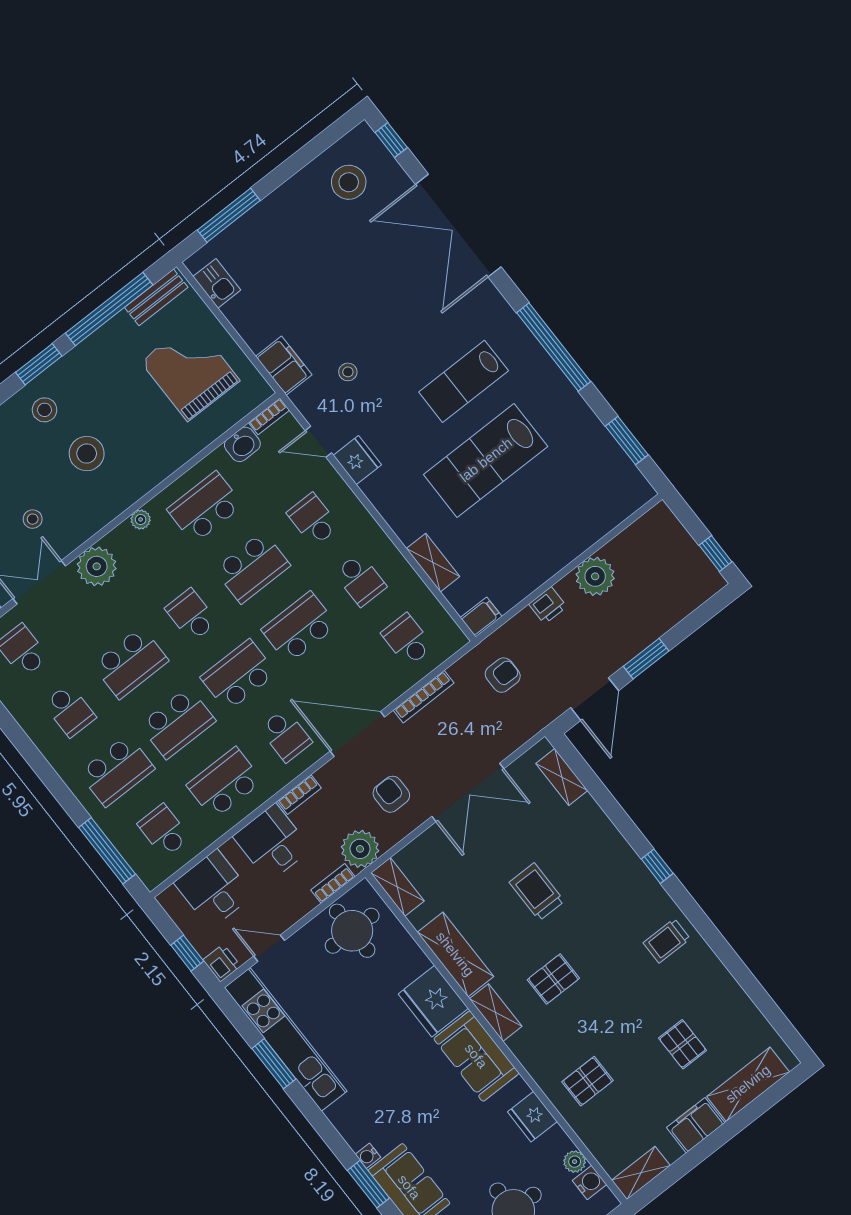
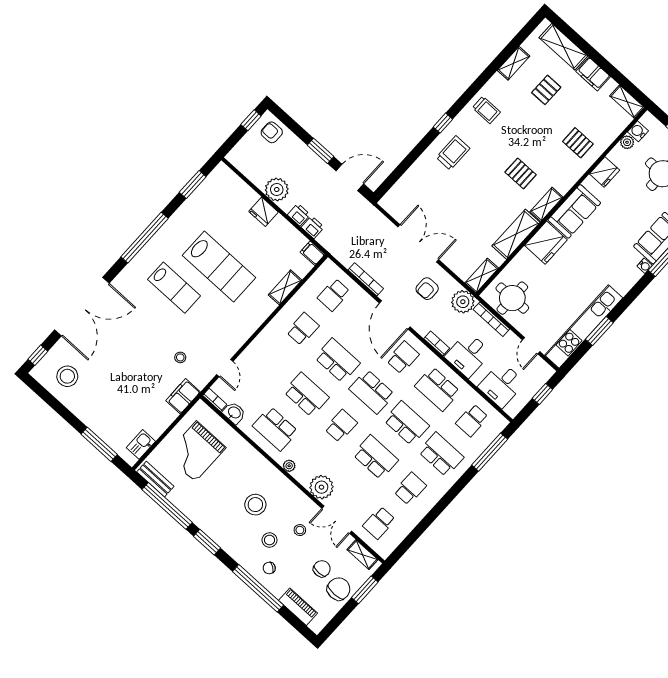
stool: (45, 410) -> (269, 540), moved
fridge: (357, 460) -> (263, 212), moved, turned -90
school desk: (313, 520) -> (272, 363), removed
school desk: (191, 615) -> (341, 426), turned 180
school desk: (299, 628) -> (337, 360), turned 180
armchair: (503, 675) -> (272, 132), moved
shelving: (562, 777) -> (514, 63), moved
bookcase: (333, 883) -> (491, 319), width x1.56
trolley: (537, 892) -> (453, 153), moved, turned 180
printer: (222, 963) -> (313, 227), moved, turned 90

